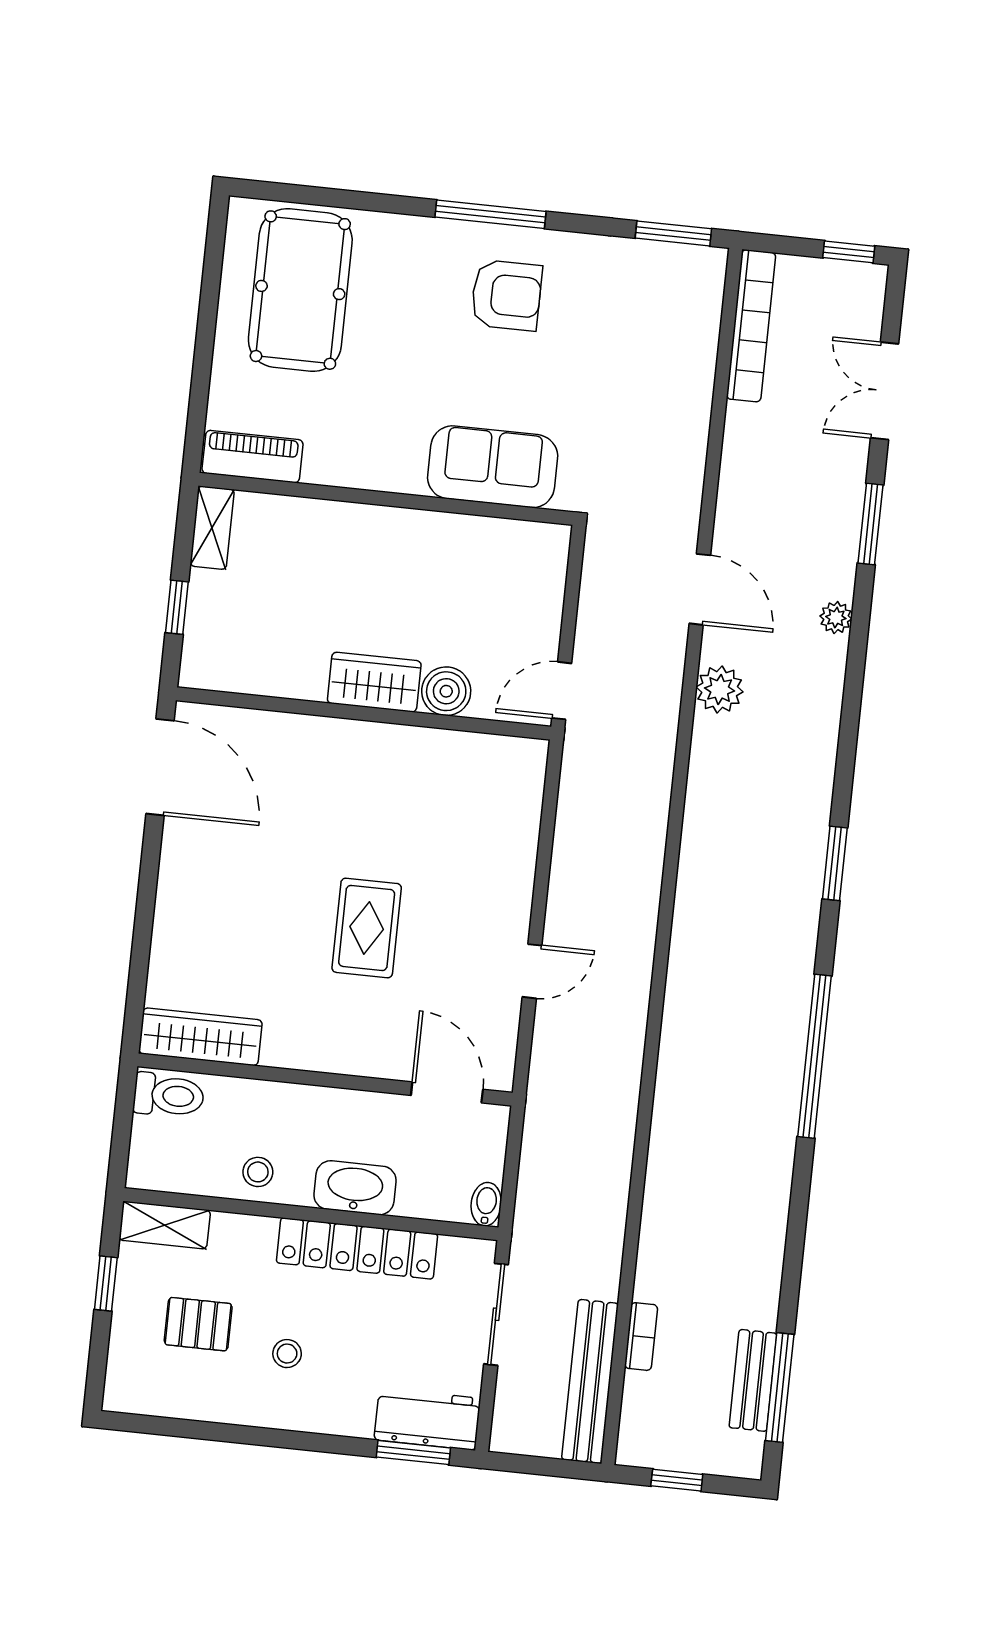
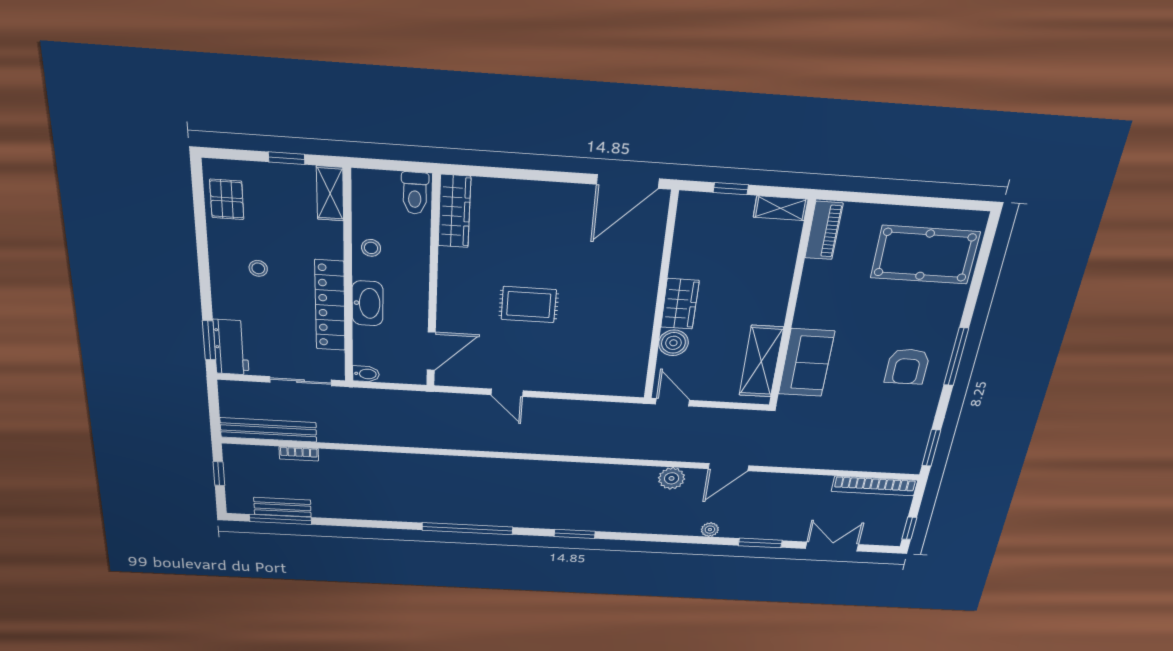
shelving: (487, 543) -> (761, 361), added
pallet: (198, 1324) -> (227, 199), moved

